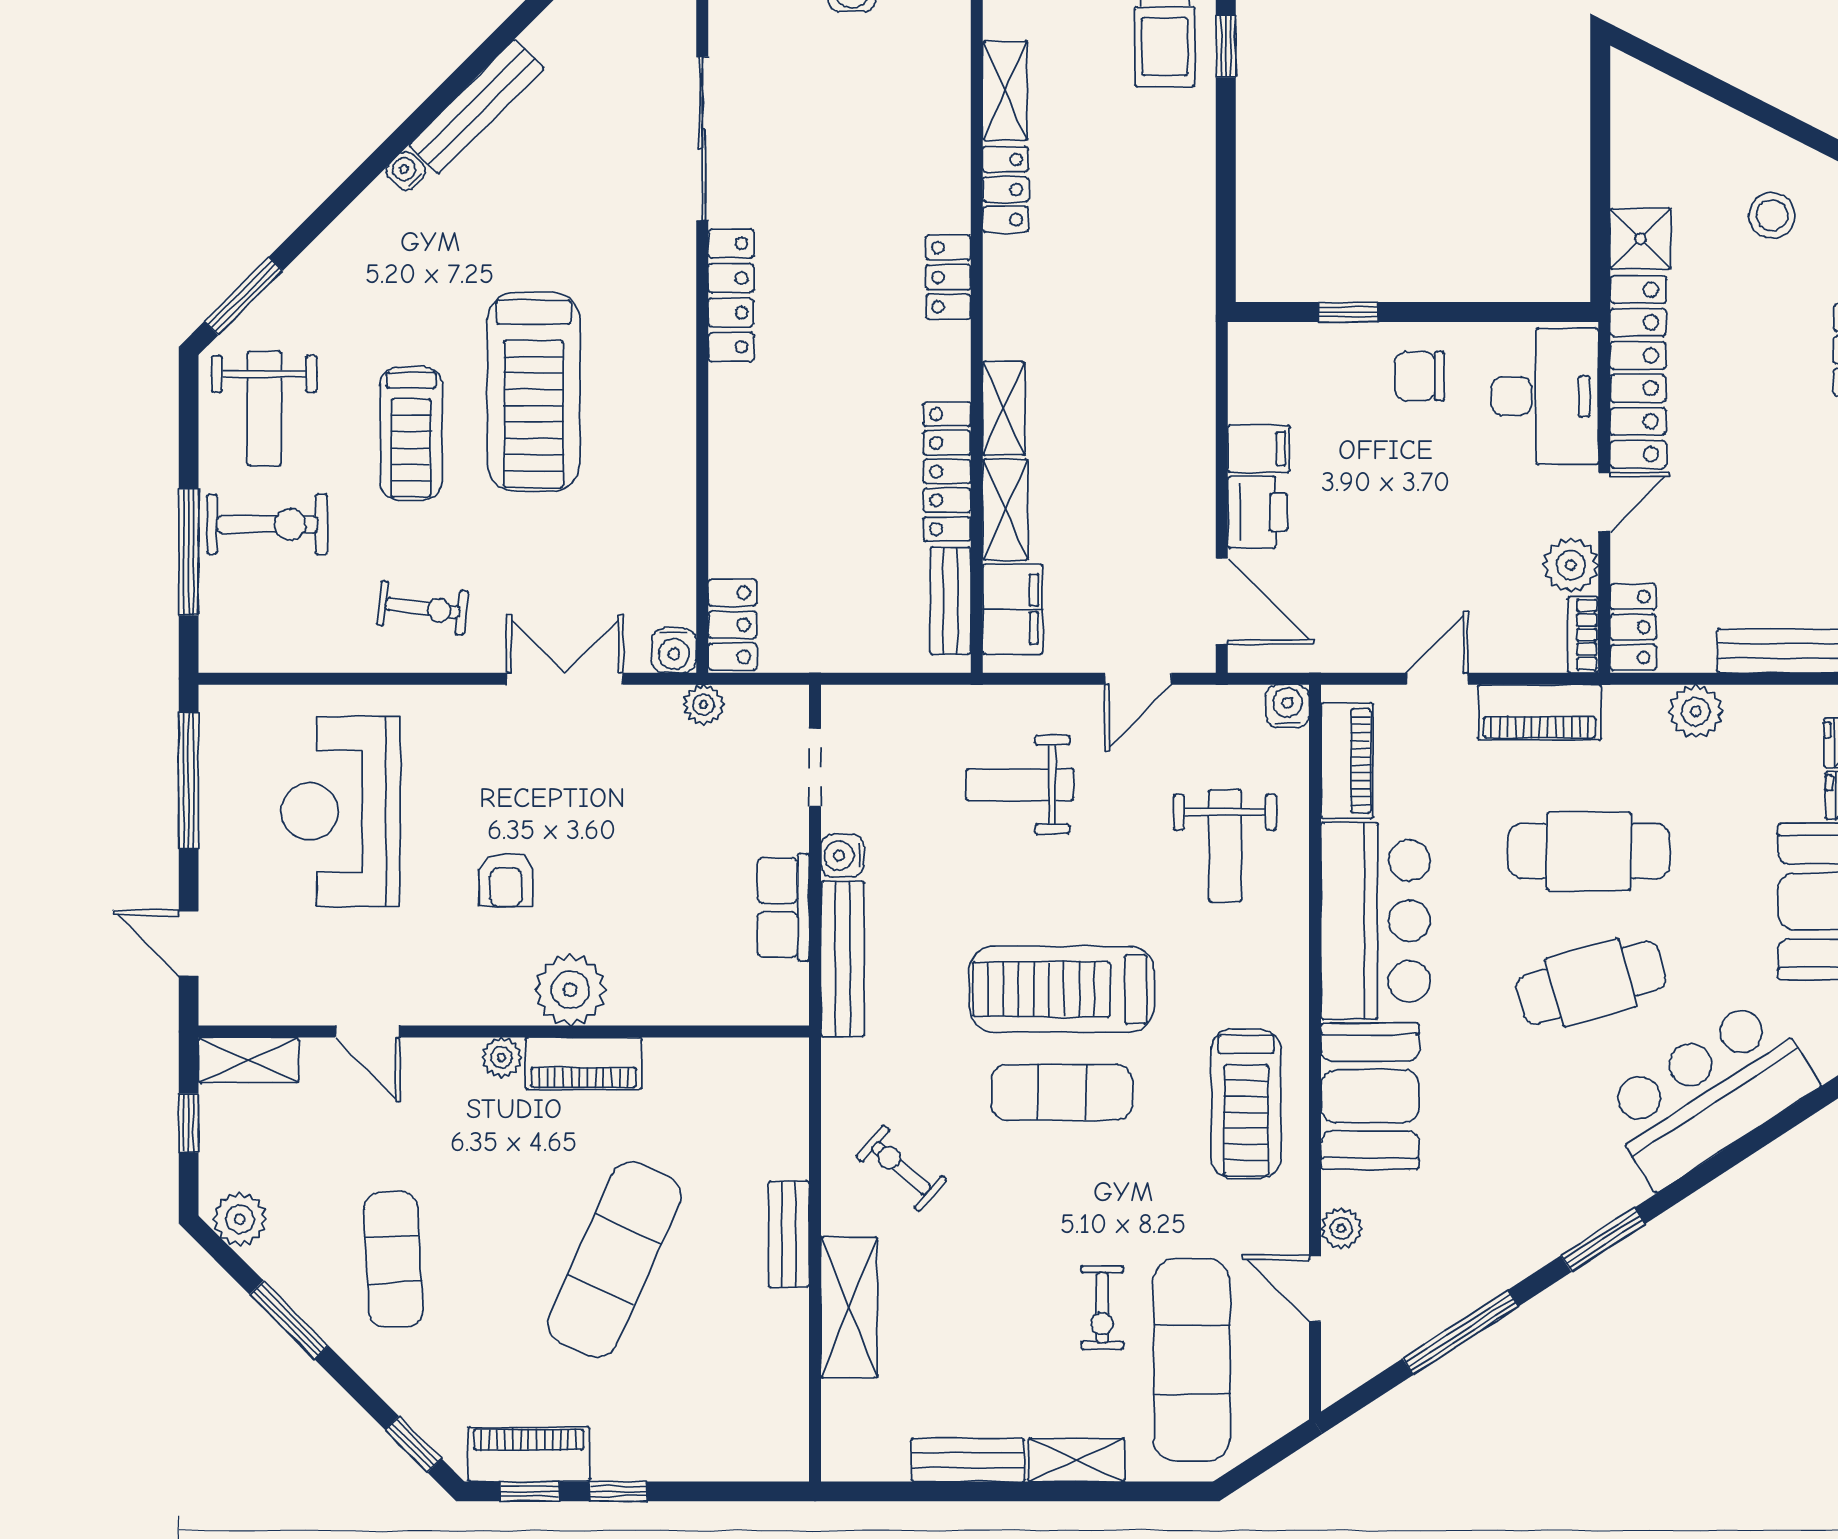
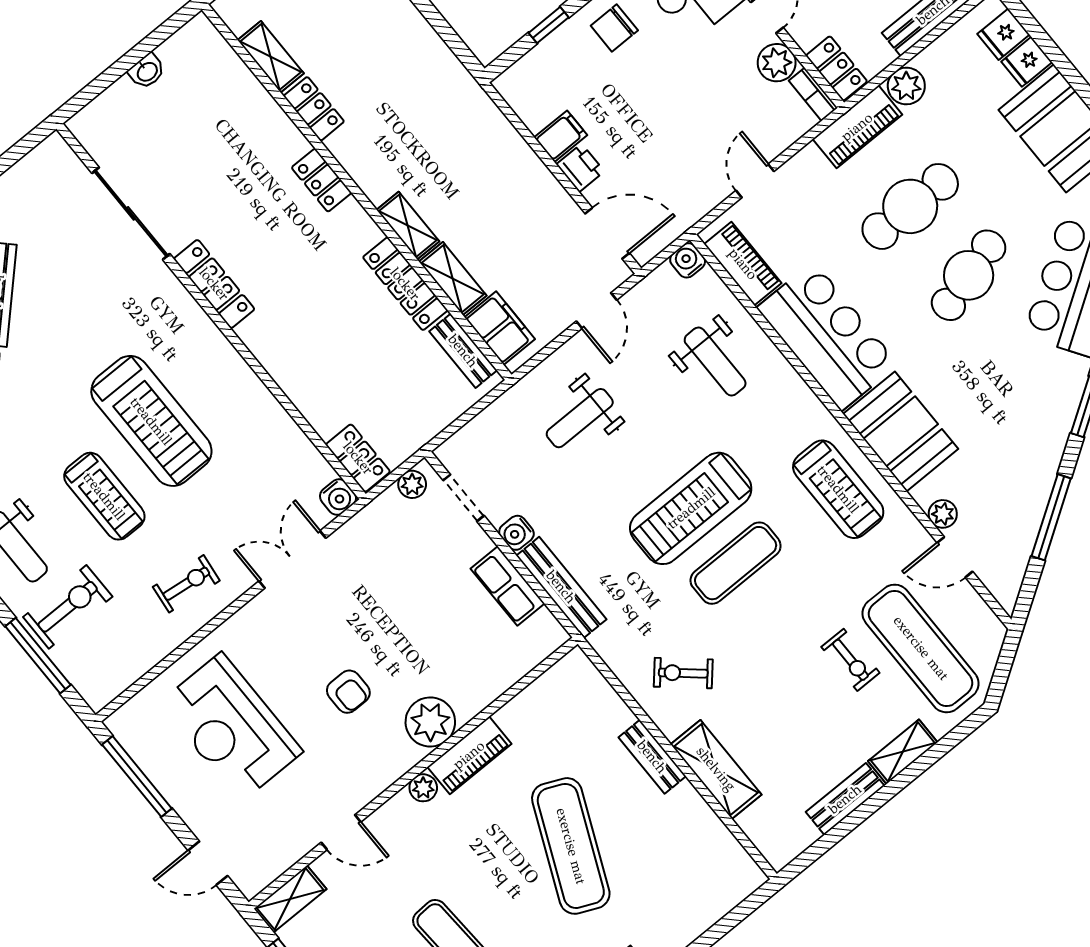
printer: (1258, 512) -> (580, 168), width x0.73, depth x0.81
plant: (703, 705) -> (412, 484), moved
piano: (1540, 712) -> (857, 127), moved

